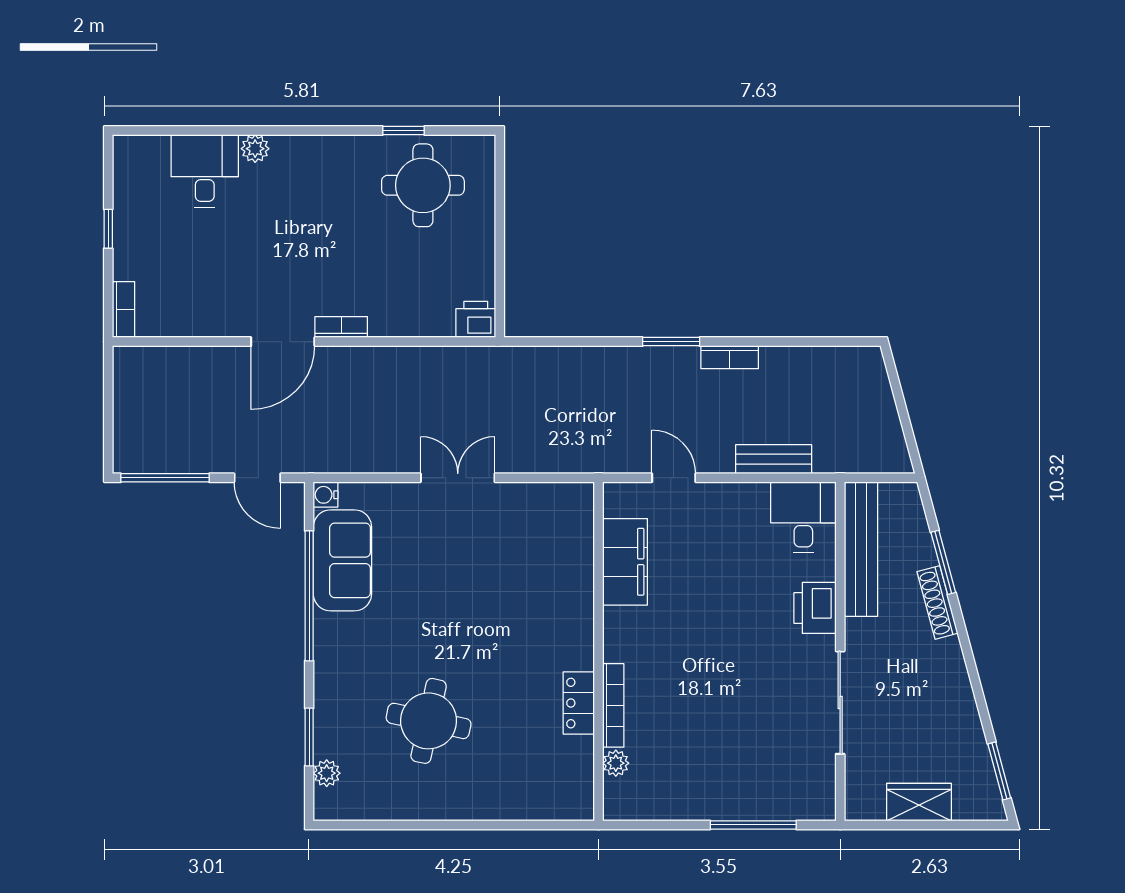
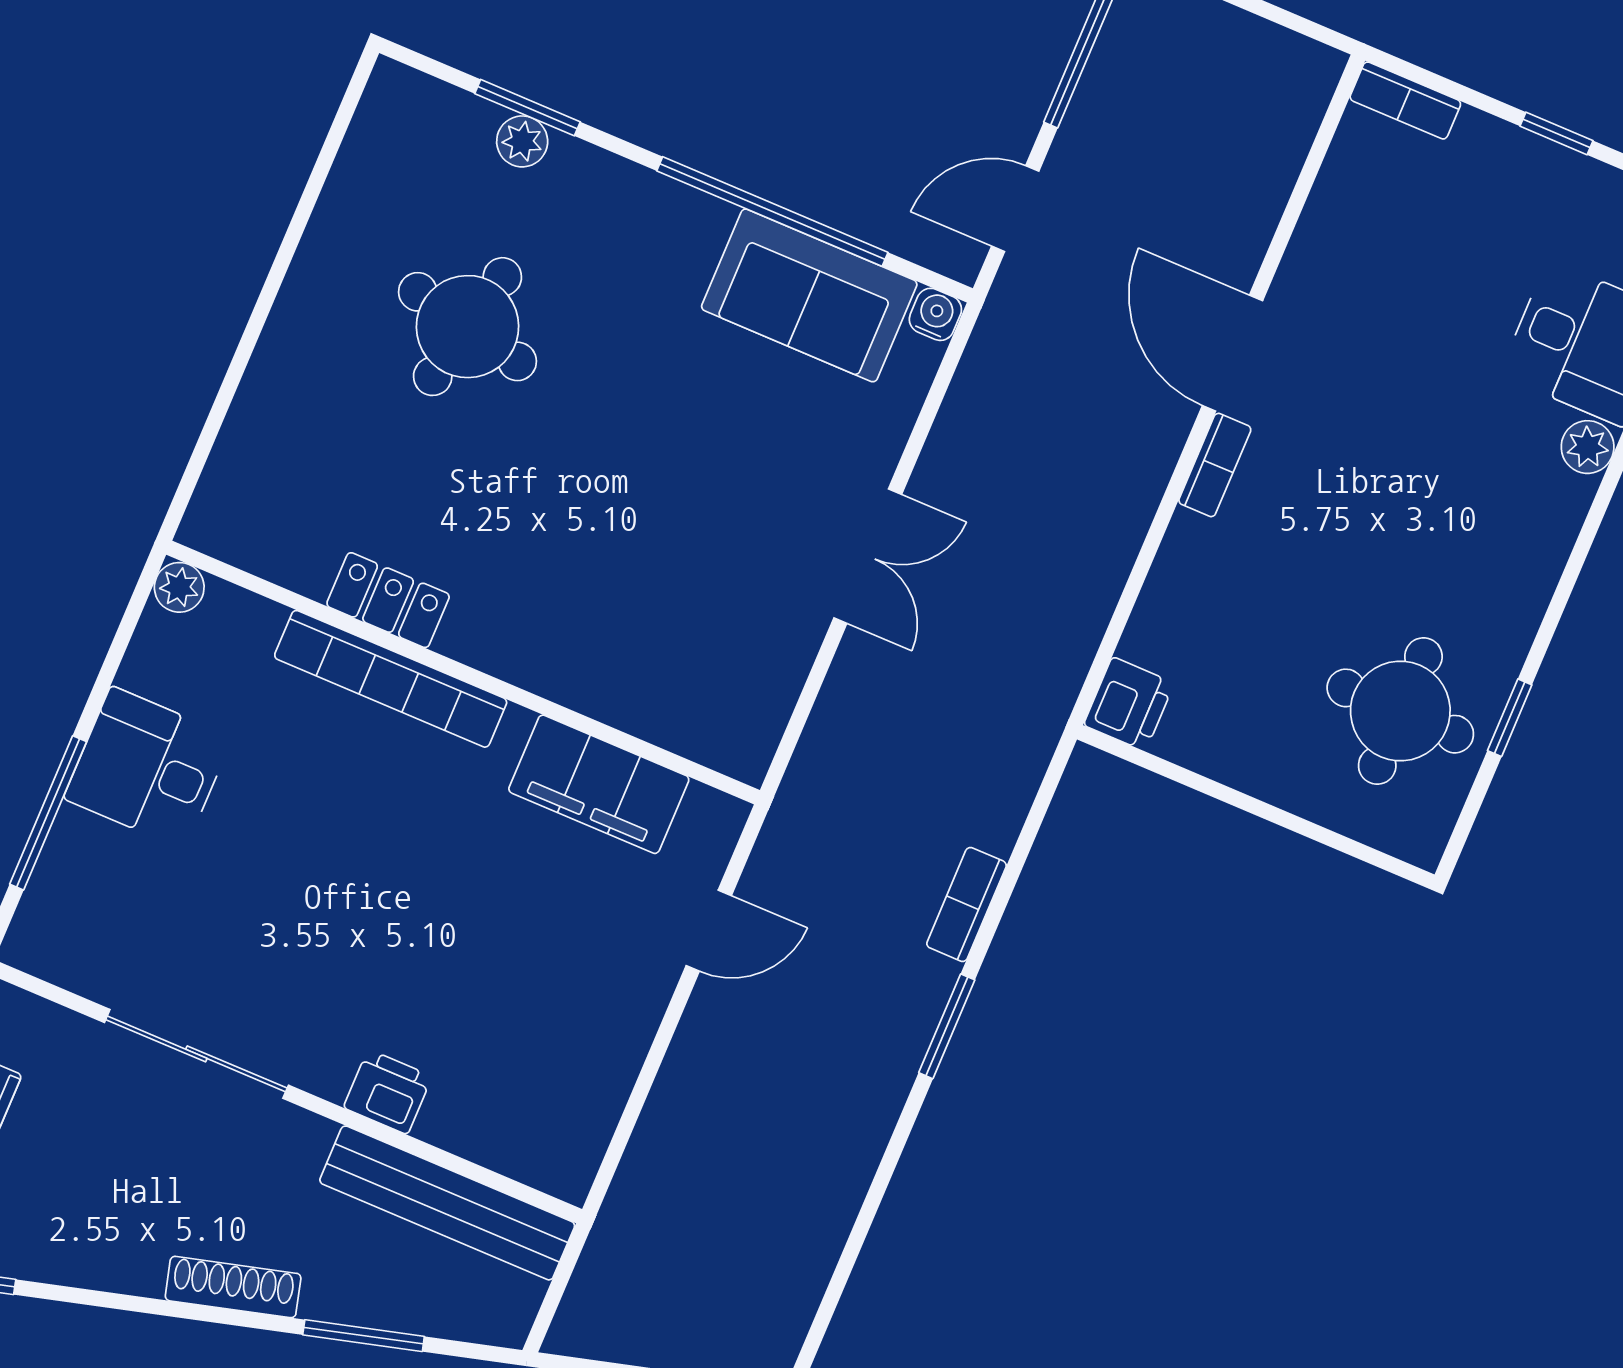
bookcase: (730, 357) -> (967, 904), moved
bench: (774, 459) -> (667, 1117), removed
desk: (803, 517) -> (148, 768), moved, turned 180
shoe rack: (937, 602) -> (233, 1287), moved
printer: (815, 608) -> (388, 1092), width x0.73, depth x0.81
bookcase: (613, 705) -> (391, 679), width x1.48, depth x1.31
plant: (616, 763) -> (179, 587), moved
plant: (327, 773) -> (522, 141), moved

